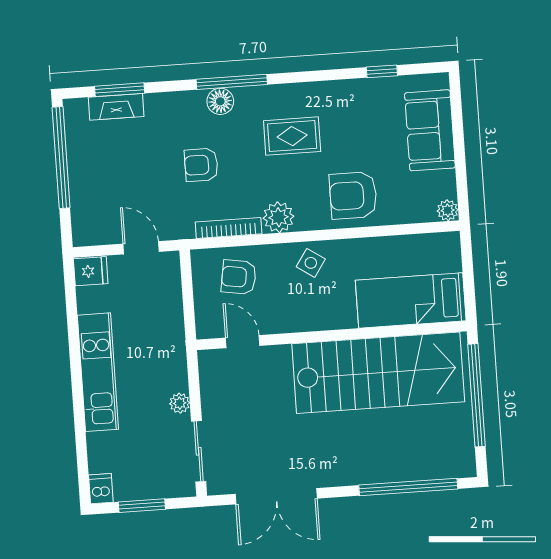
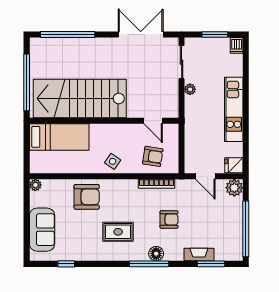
fireplace: (116, 107) -> (199, 255), moved
plant: (278, 217) -> (234, 188), moved

